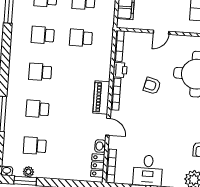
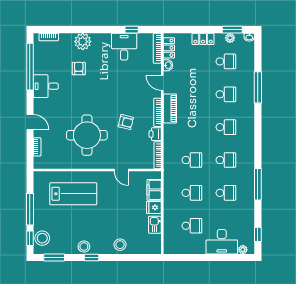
door: (161, 32) -> (121, 170), swing flipped
locker: (59, 173) -> (203, 39), added

